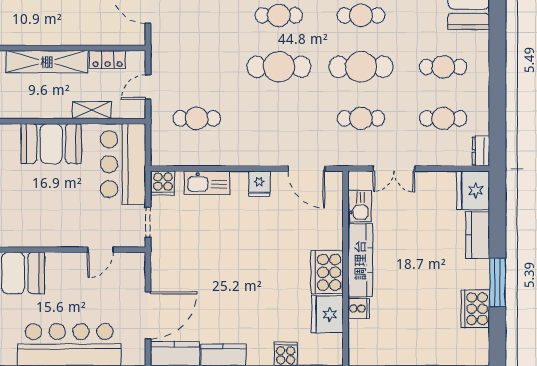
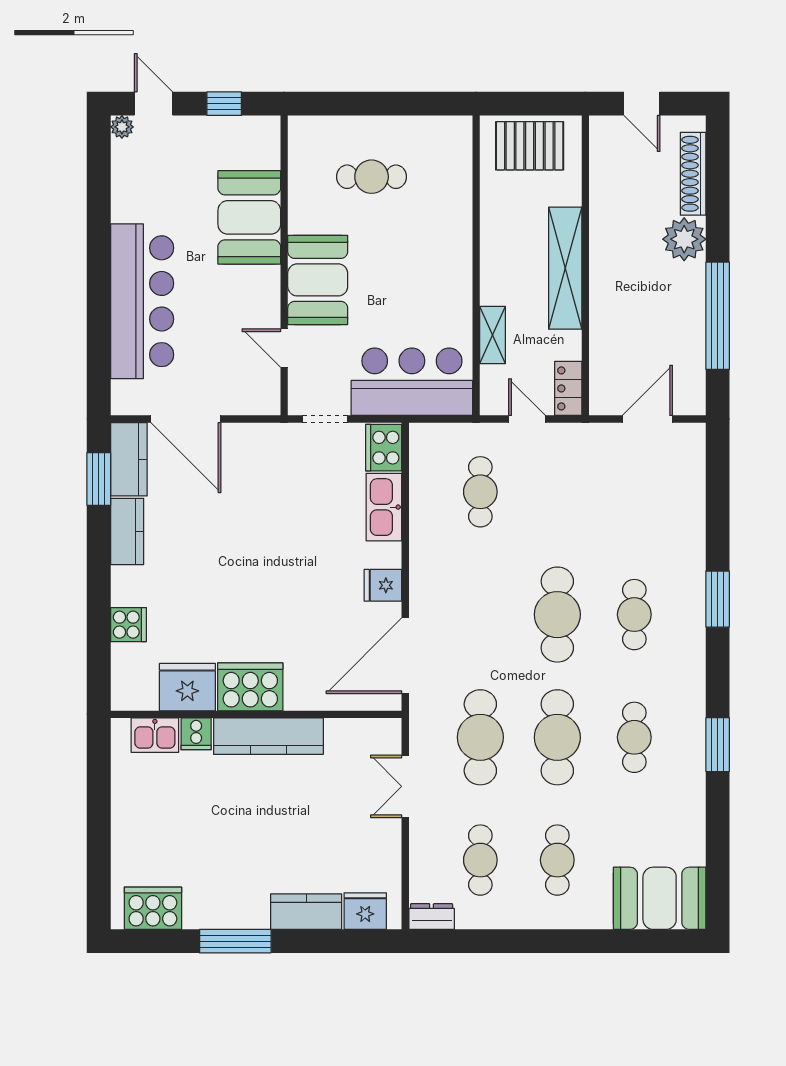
locker: (108, 60) -> (568, 388), moved
cafe table: (361, 118) -> (480, 737), width x1.37, depth x1.35
booth: (51, 144) -> (318, 280), moved
door: (306, 169) -> (405, 656), width x1.36
cooker: (163, 183) -> (384, 448), width x1.36
fridge: (473, 190) -> (365, 911), width x0.73, depth x0.75
kitchen sink: (360, 206) -> (155, 735), moved
cooker: (475, 309) -> (153, 908), moved

